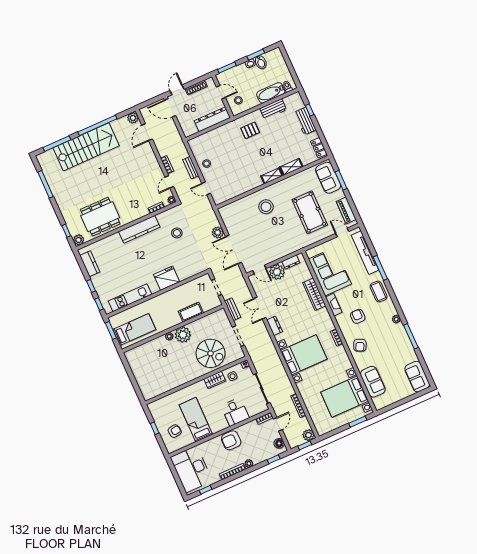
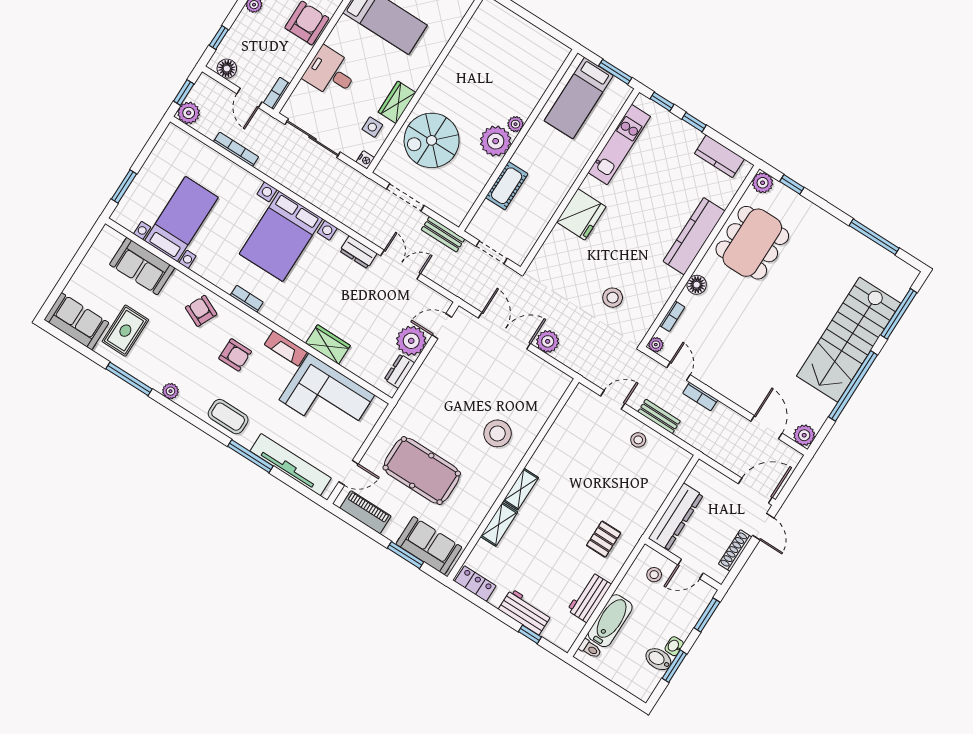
floor lamp: (137, 214) -> (697, 285), added
kitchen counter: (139, 229) -> (694, 236), moved
wardrobe: (314, 294) -> (328, 344), width x0.67
rug: (399, 358) -> (125, 331), added
bed with nightstands: (345, 397) -> (181, 219), width x0.73

